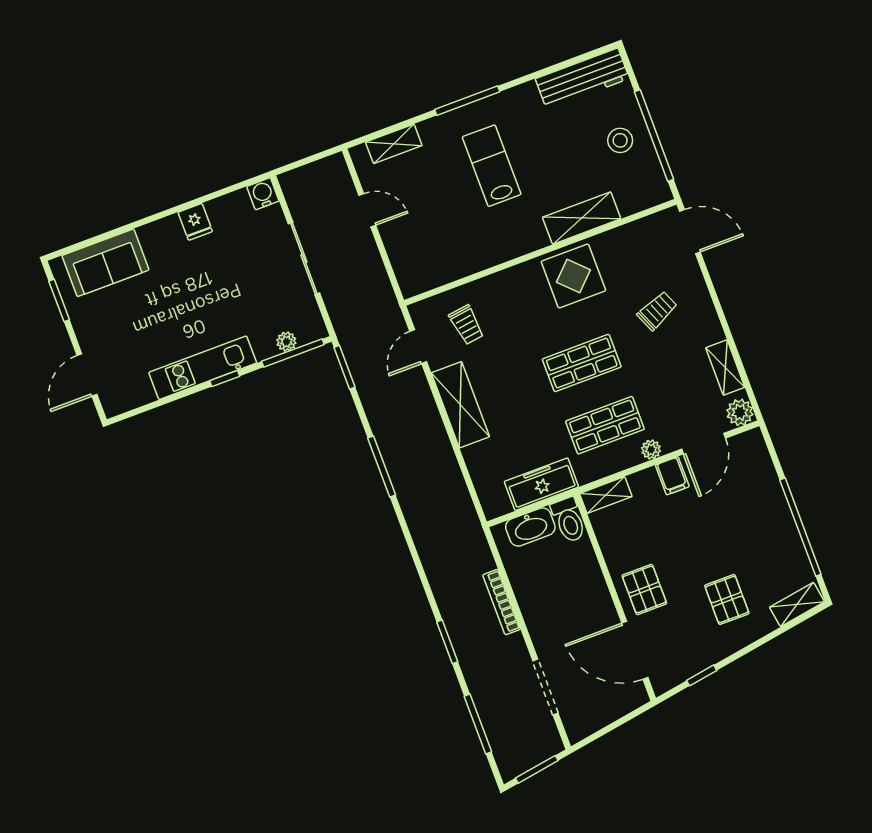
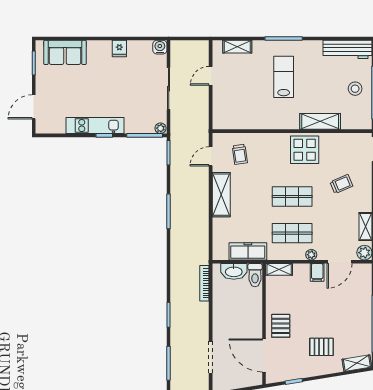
door: (367, 210) -> (211, 76), swing flipped
plant: (286, 342) -> (161, 128), moved
pallet: (727, 599) -> (321, 347), turned 90
bookcase: (502, 602) -> (204, 283), moved

